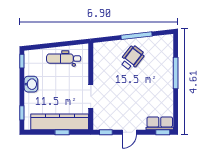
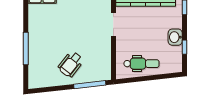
window: (136, 36) -> (90, 85), moved
window: (22, 61) -> (185, 47), moved

